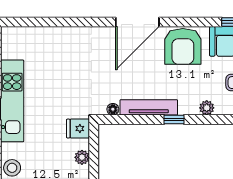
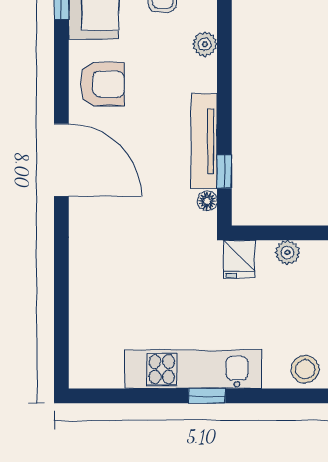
armchair: (183, 46) -> (102, 84), width x0.73, depth x0.73
window: (174, 119) -> (224, 171), moved

